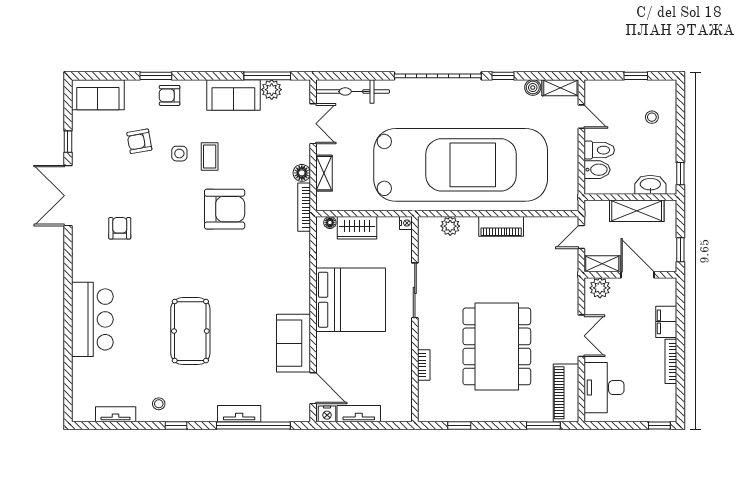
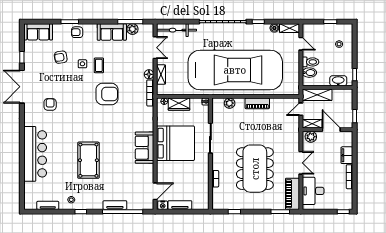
shelving: (637, 211) -> (317, 95), moved
bar counter: (92, 319) -> (35, 154), width x1.36
sofa: (294, 343) -> (144, 148), moved
door: (313, 388) -> (155, 191), hinge flipped

